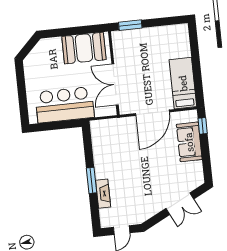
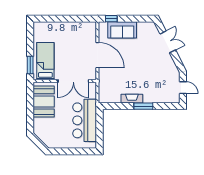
bed: (183, 83) -> (45, 61), moved, turned 90
fireplace: (103, 194) -> (132, 99), moved

